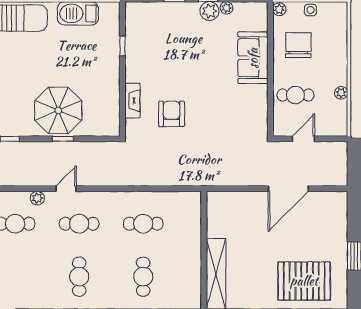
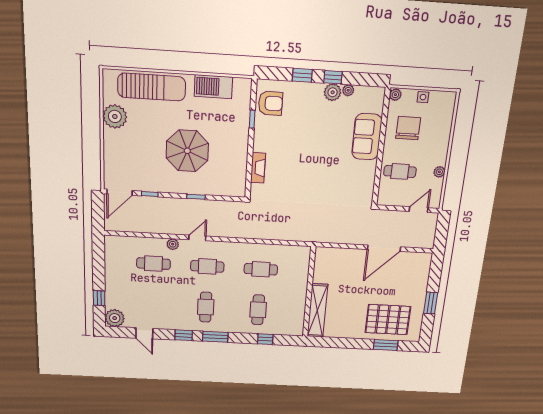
parasol: (58, 110) -> (187, 151), moved
armchair: (172, 114) -> (270, 103), moved, turned 90
door: (303, 139) -> (419, 210), moved

